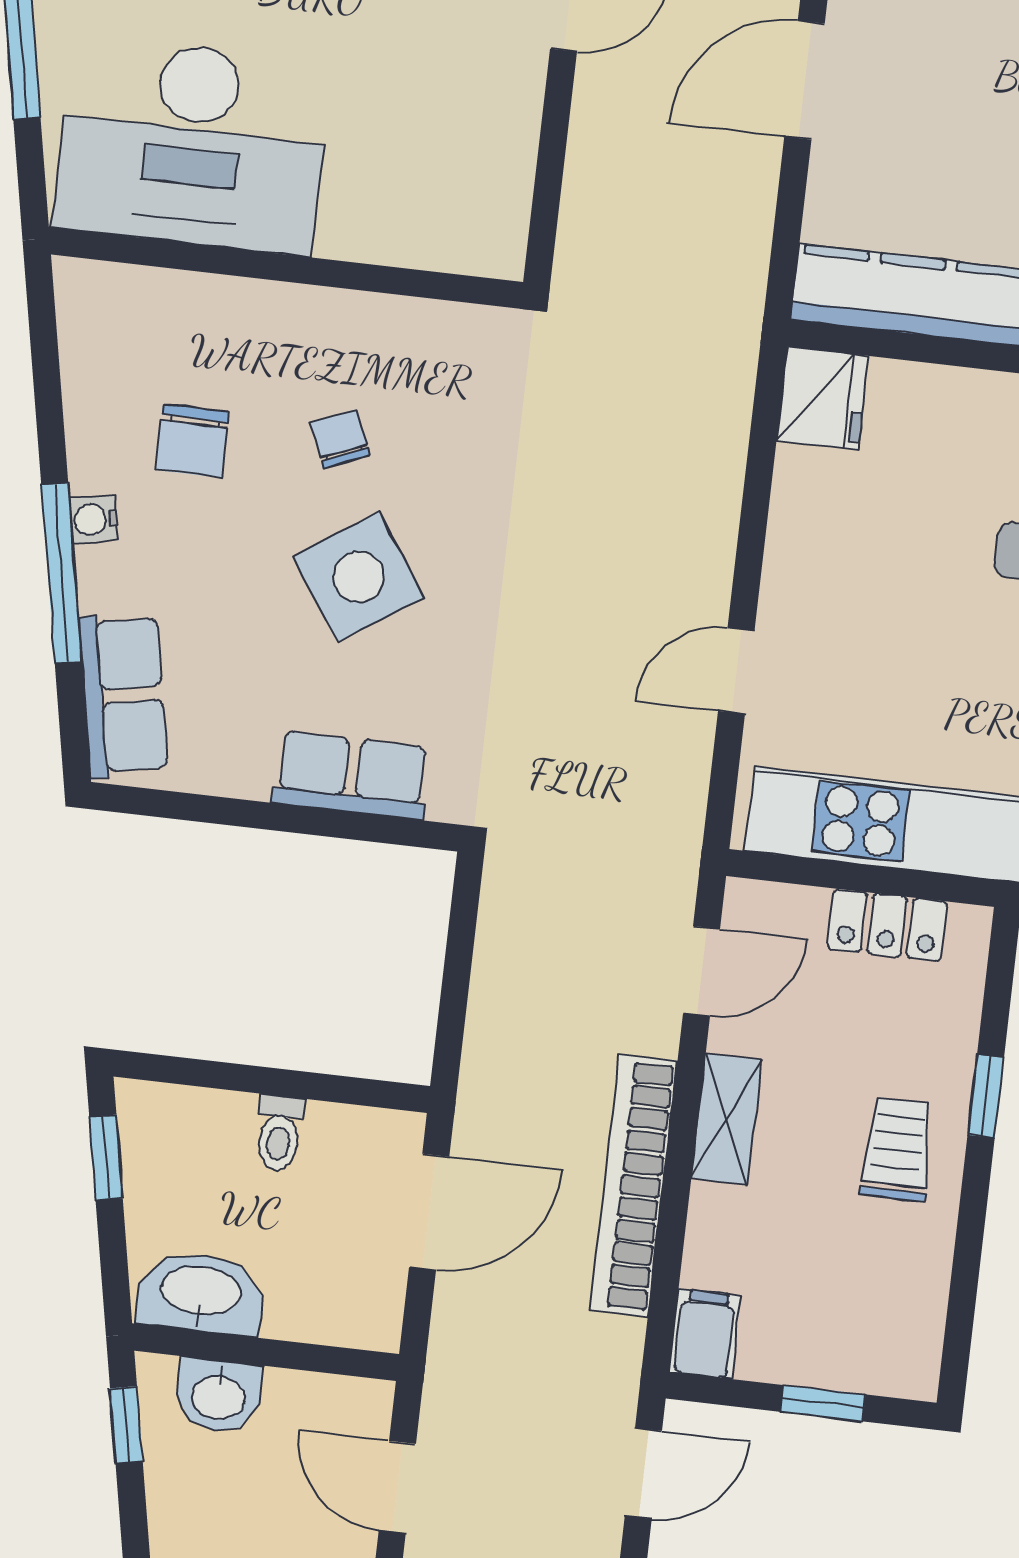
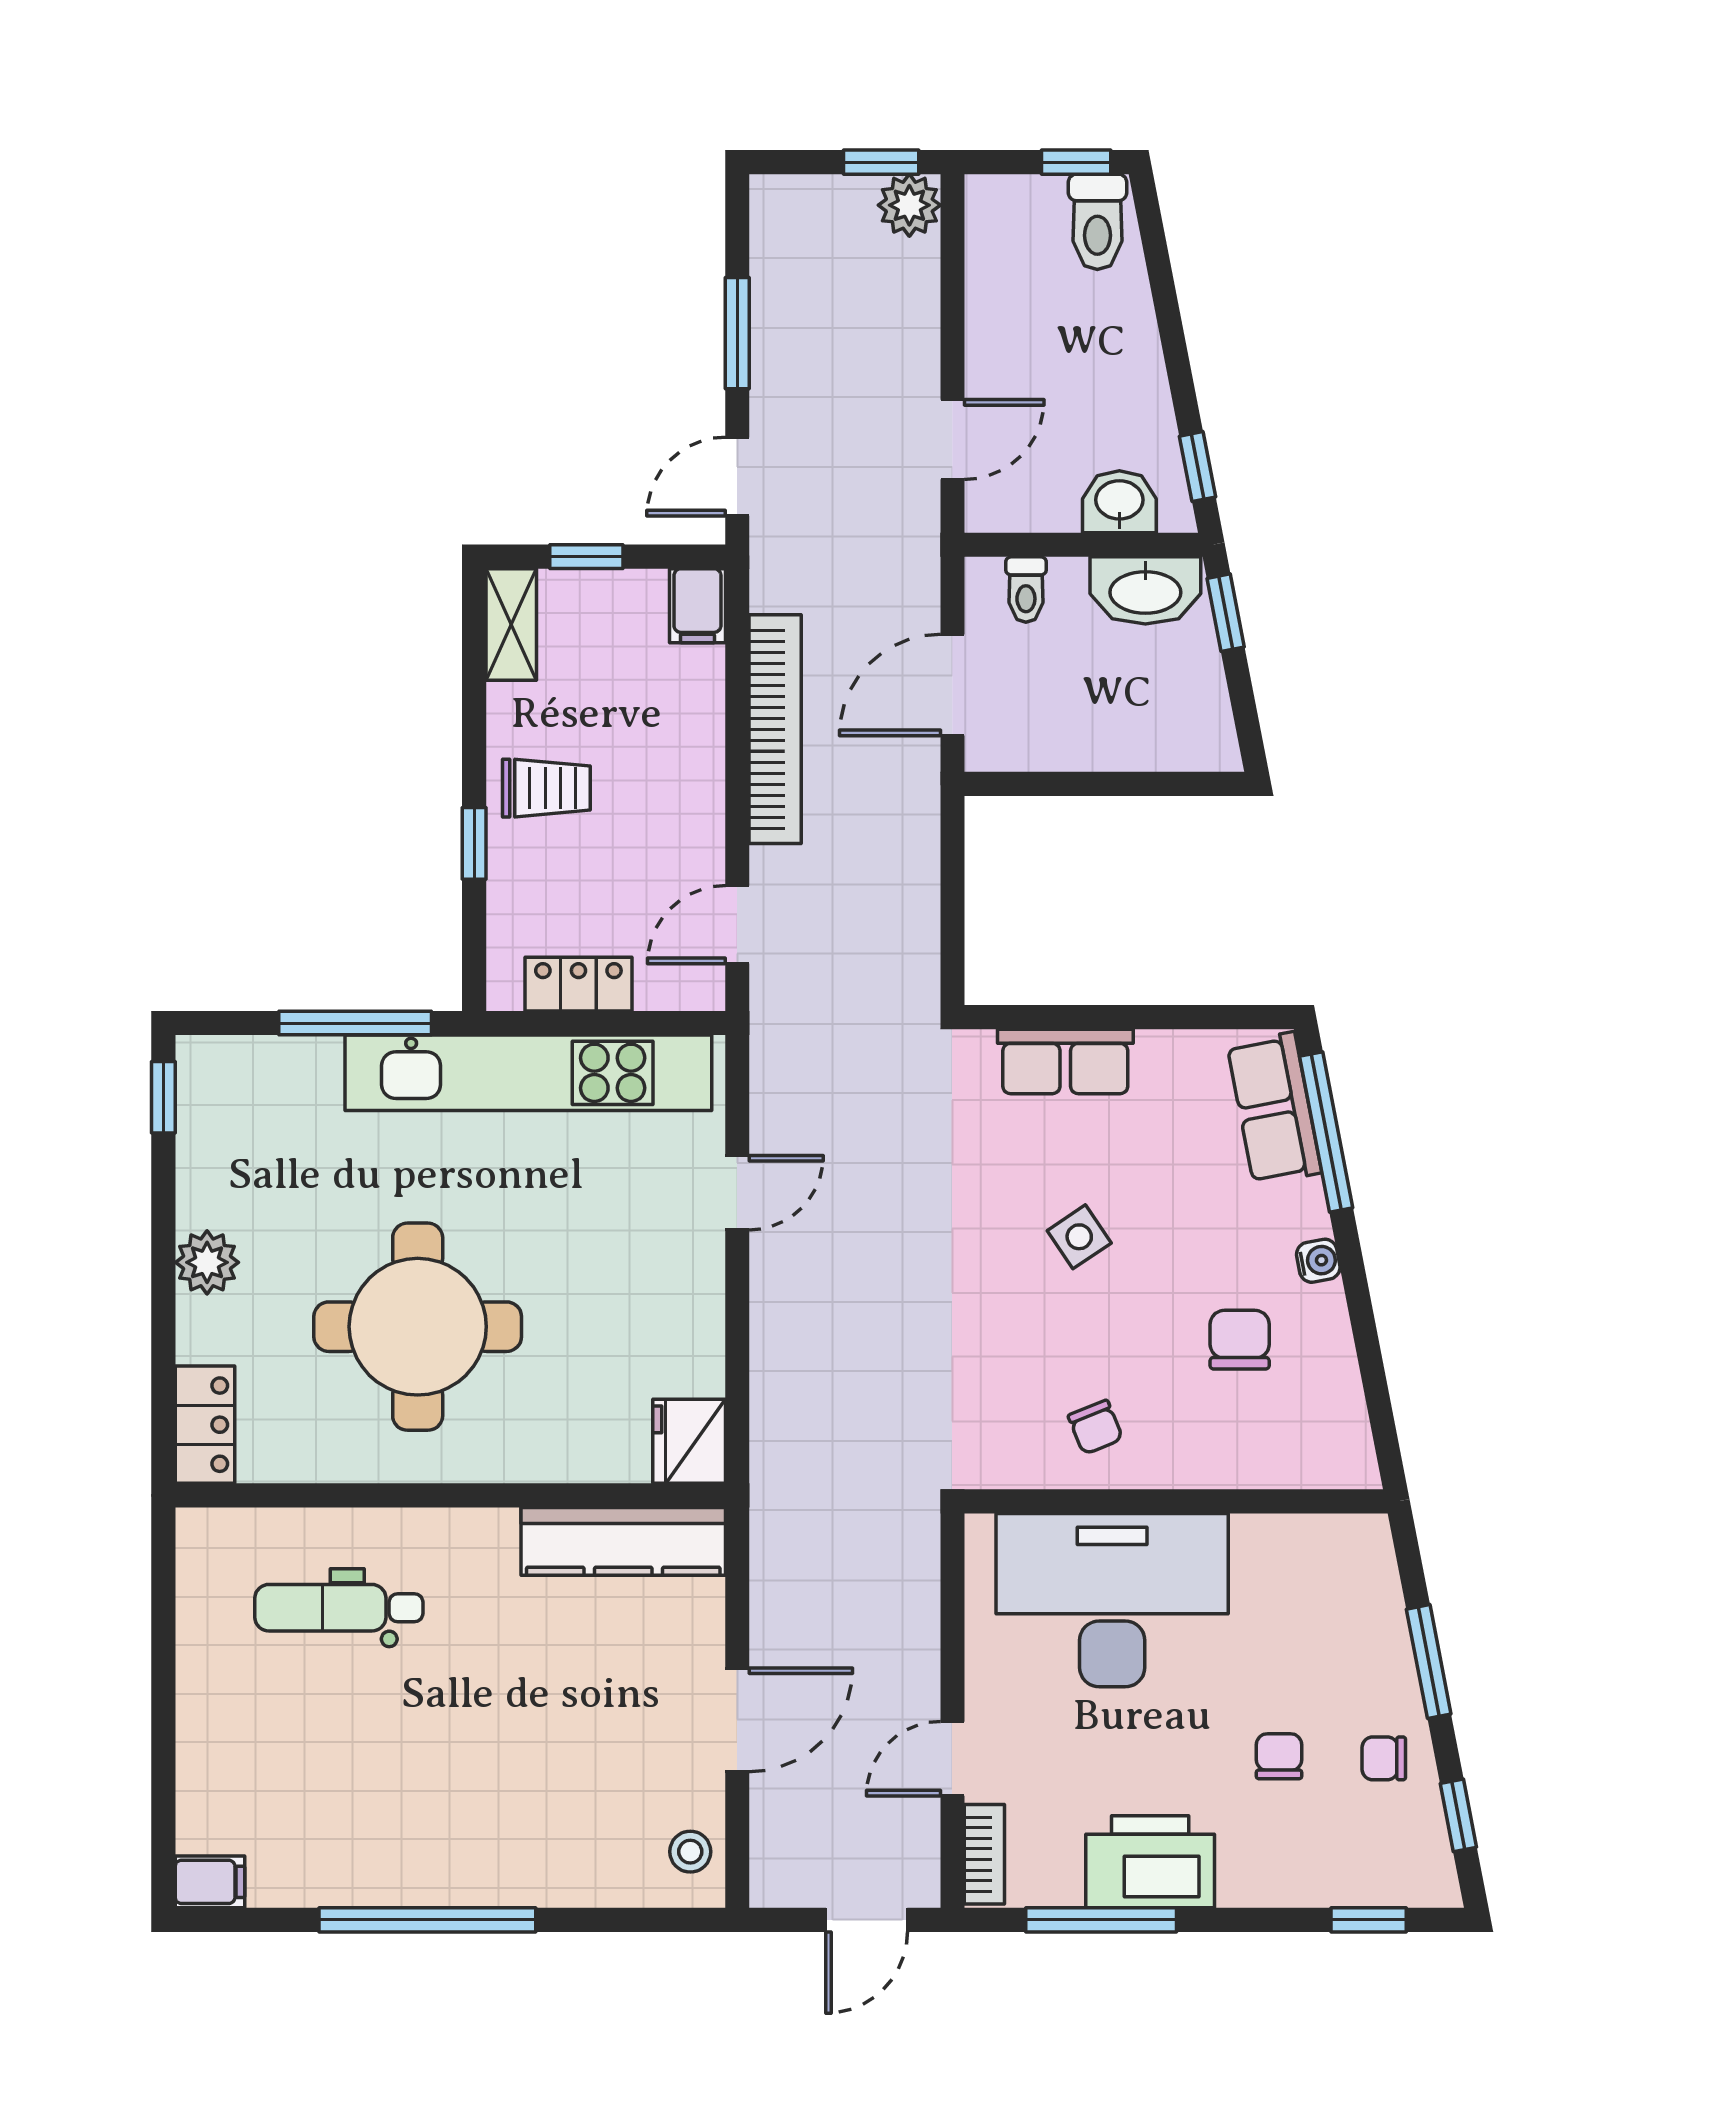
desk: (192, 145) -> (1112, 1600), moved
chair: (340, 439) -> (1095, 1427), moved
window: (62, 573) -> (1326, 1132), moved
side table: (359, 577) -> (1079, 1237), width x0.54, depth x0.54
shelving: (727, 1119) -> (511, 625), moved
toilet: (279, 1133) -> (1026, 590), moved, turned 180
trolley: (898, 1149) -> (546, 788), turned -90
window: (106, 1157) -> (1226, 613), moved
door: (397, 1487) -> (952, 440), hinge flipped

